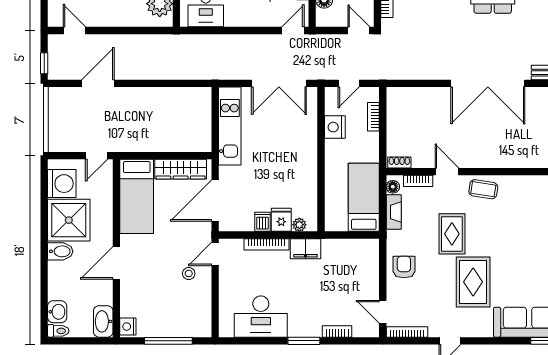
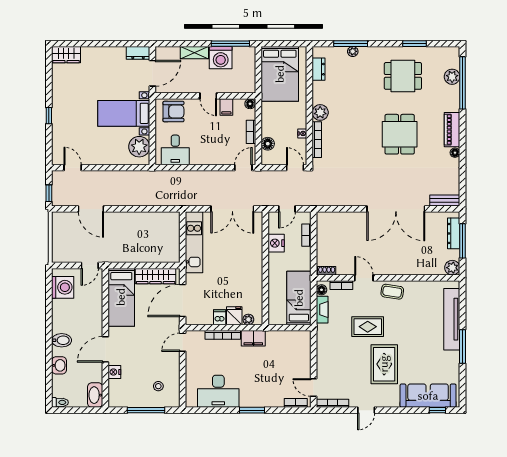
door: (98, 83) -> (91, 209), swing flipped
shower: (69, 220) -> (68, 316), removed
rug: (452, 234) -> (368, 327), turned 90
armchair: (404, 267) -> (330, 353), removed
stool: (189, 273) -> (158, 386), moved
washbasin: (57, 312) -> (59, 365), moved
nightstand: (128, 327) -> (114, 372), moved
bookcase: (337, 331) -> (296, 403), moved

